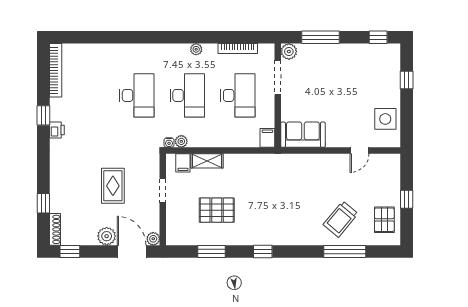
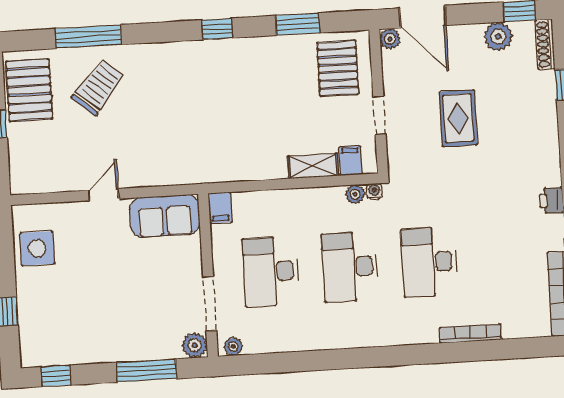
plant: (196, 49) -> (233, 346), moved
bookcase: (238, 49) -> (471, 334), moved
door: (360, 151) -> (104, 195), moved
pallet: (217, 210) -> (338, 68), moved, turned 90
pallet: (384, 220) -> (29, 90), width x1.50, depth x1.42
plant: (107, 236) -> (498, 36), moved

